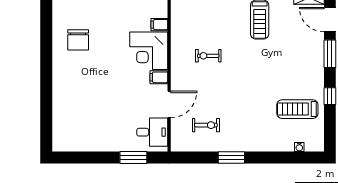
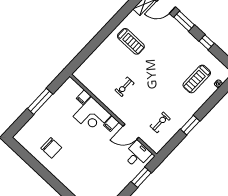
door: (169, 104) -> (131, 132), swing flipped
treadmill: (297, 109) -> (197, 79), moved

